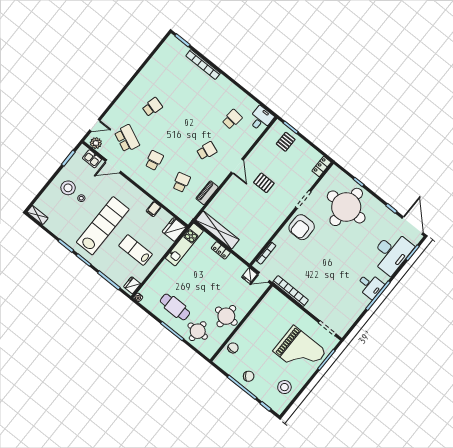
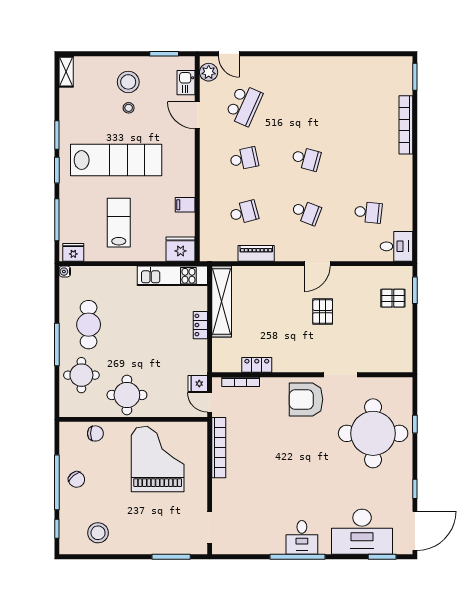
school desk: (152, 107) -> (306, 159), moved
locker: (321, 167) -> (257, 365), moved
grand piano: (300, 351) -> (158, 459), moved, turned 180

